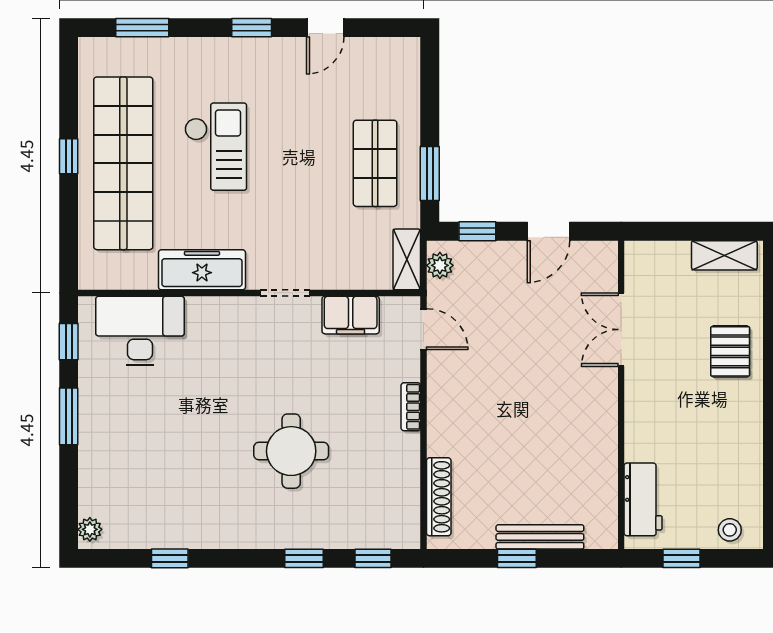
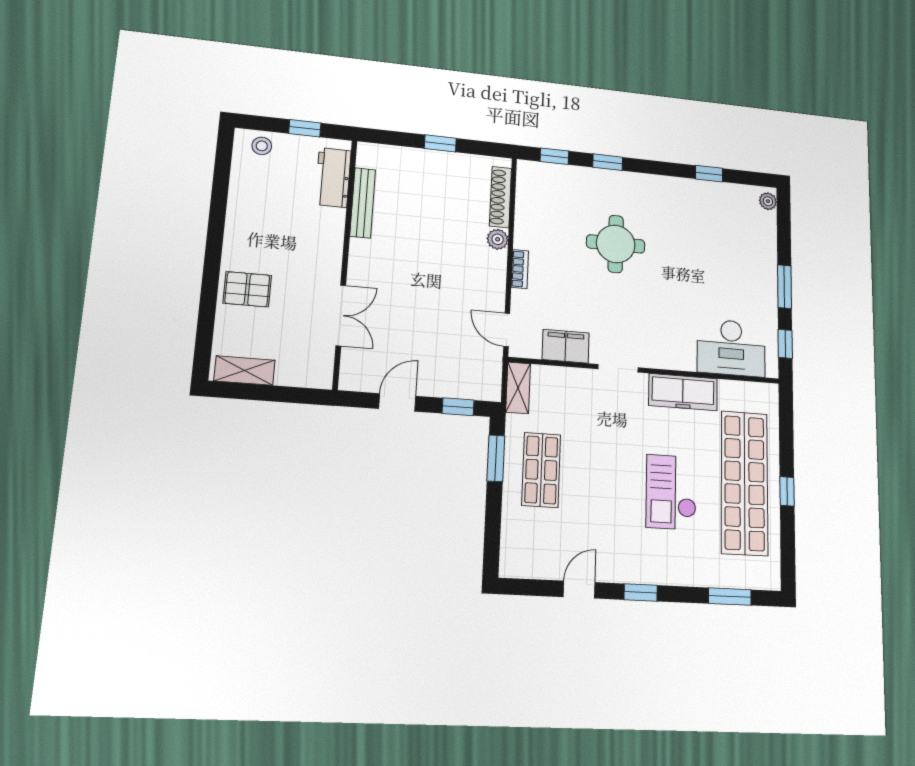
plant: (440, 265) -> (498, 239), moved
pallet: (730, 351) -> (247, 289), turned 90
bench: (540, 537) -> (363, 203), moved, turned 90

